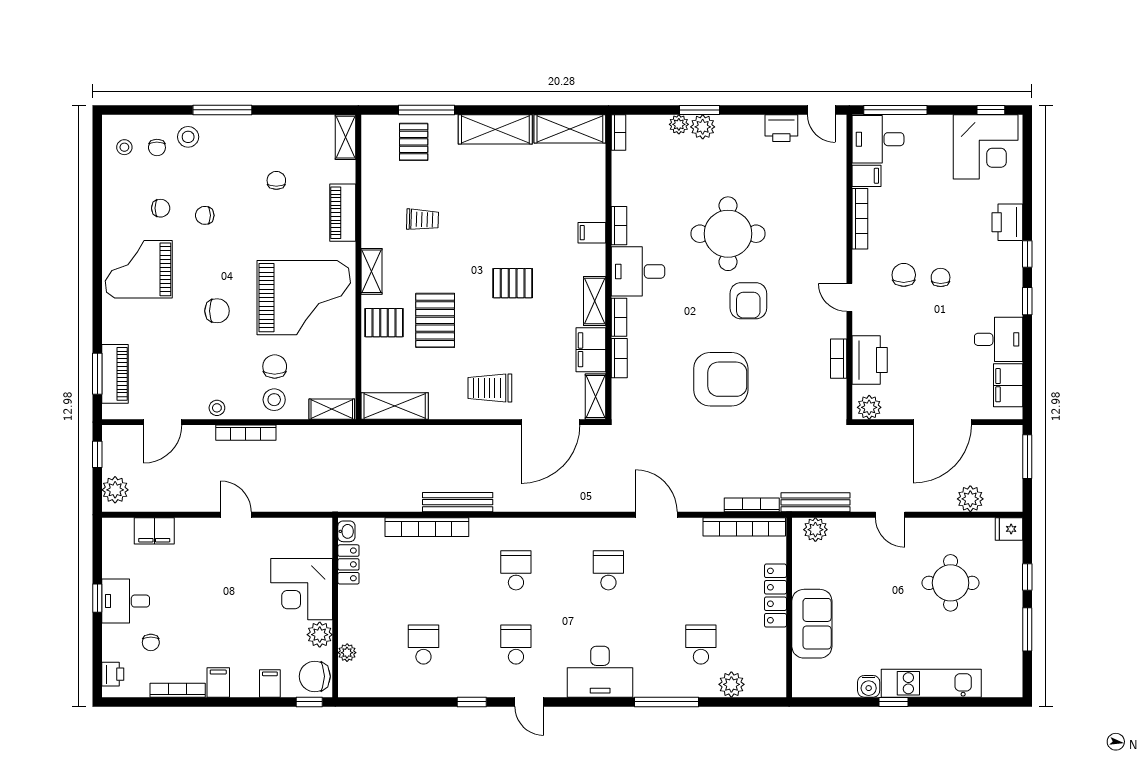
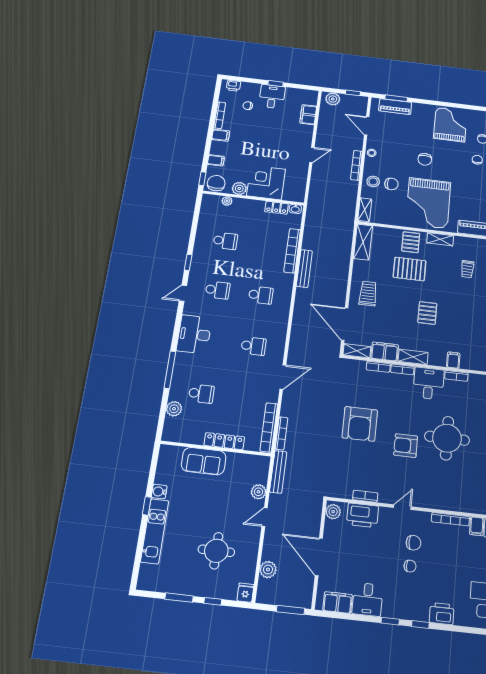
plant: (815, 530) -> (259, 492), moved

